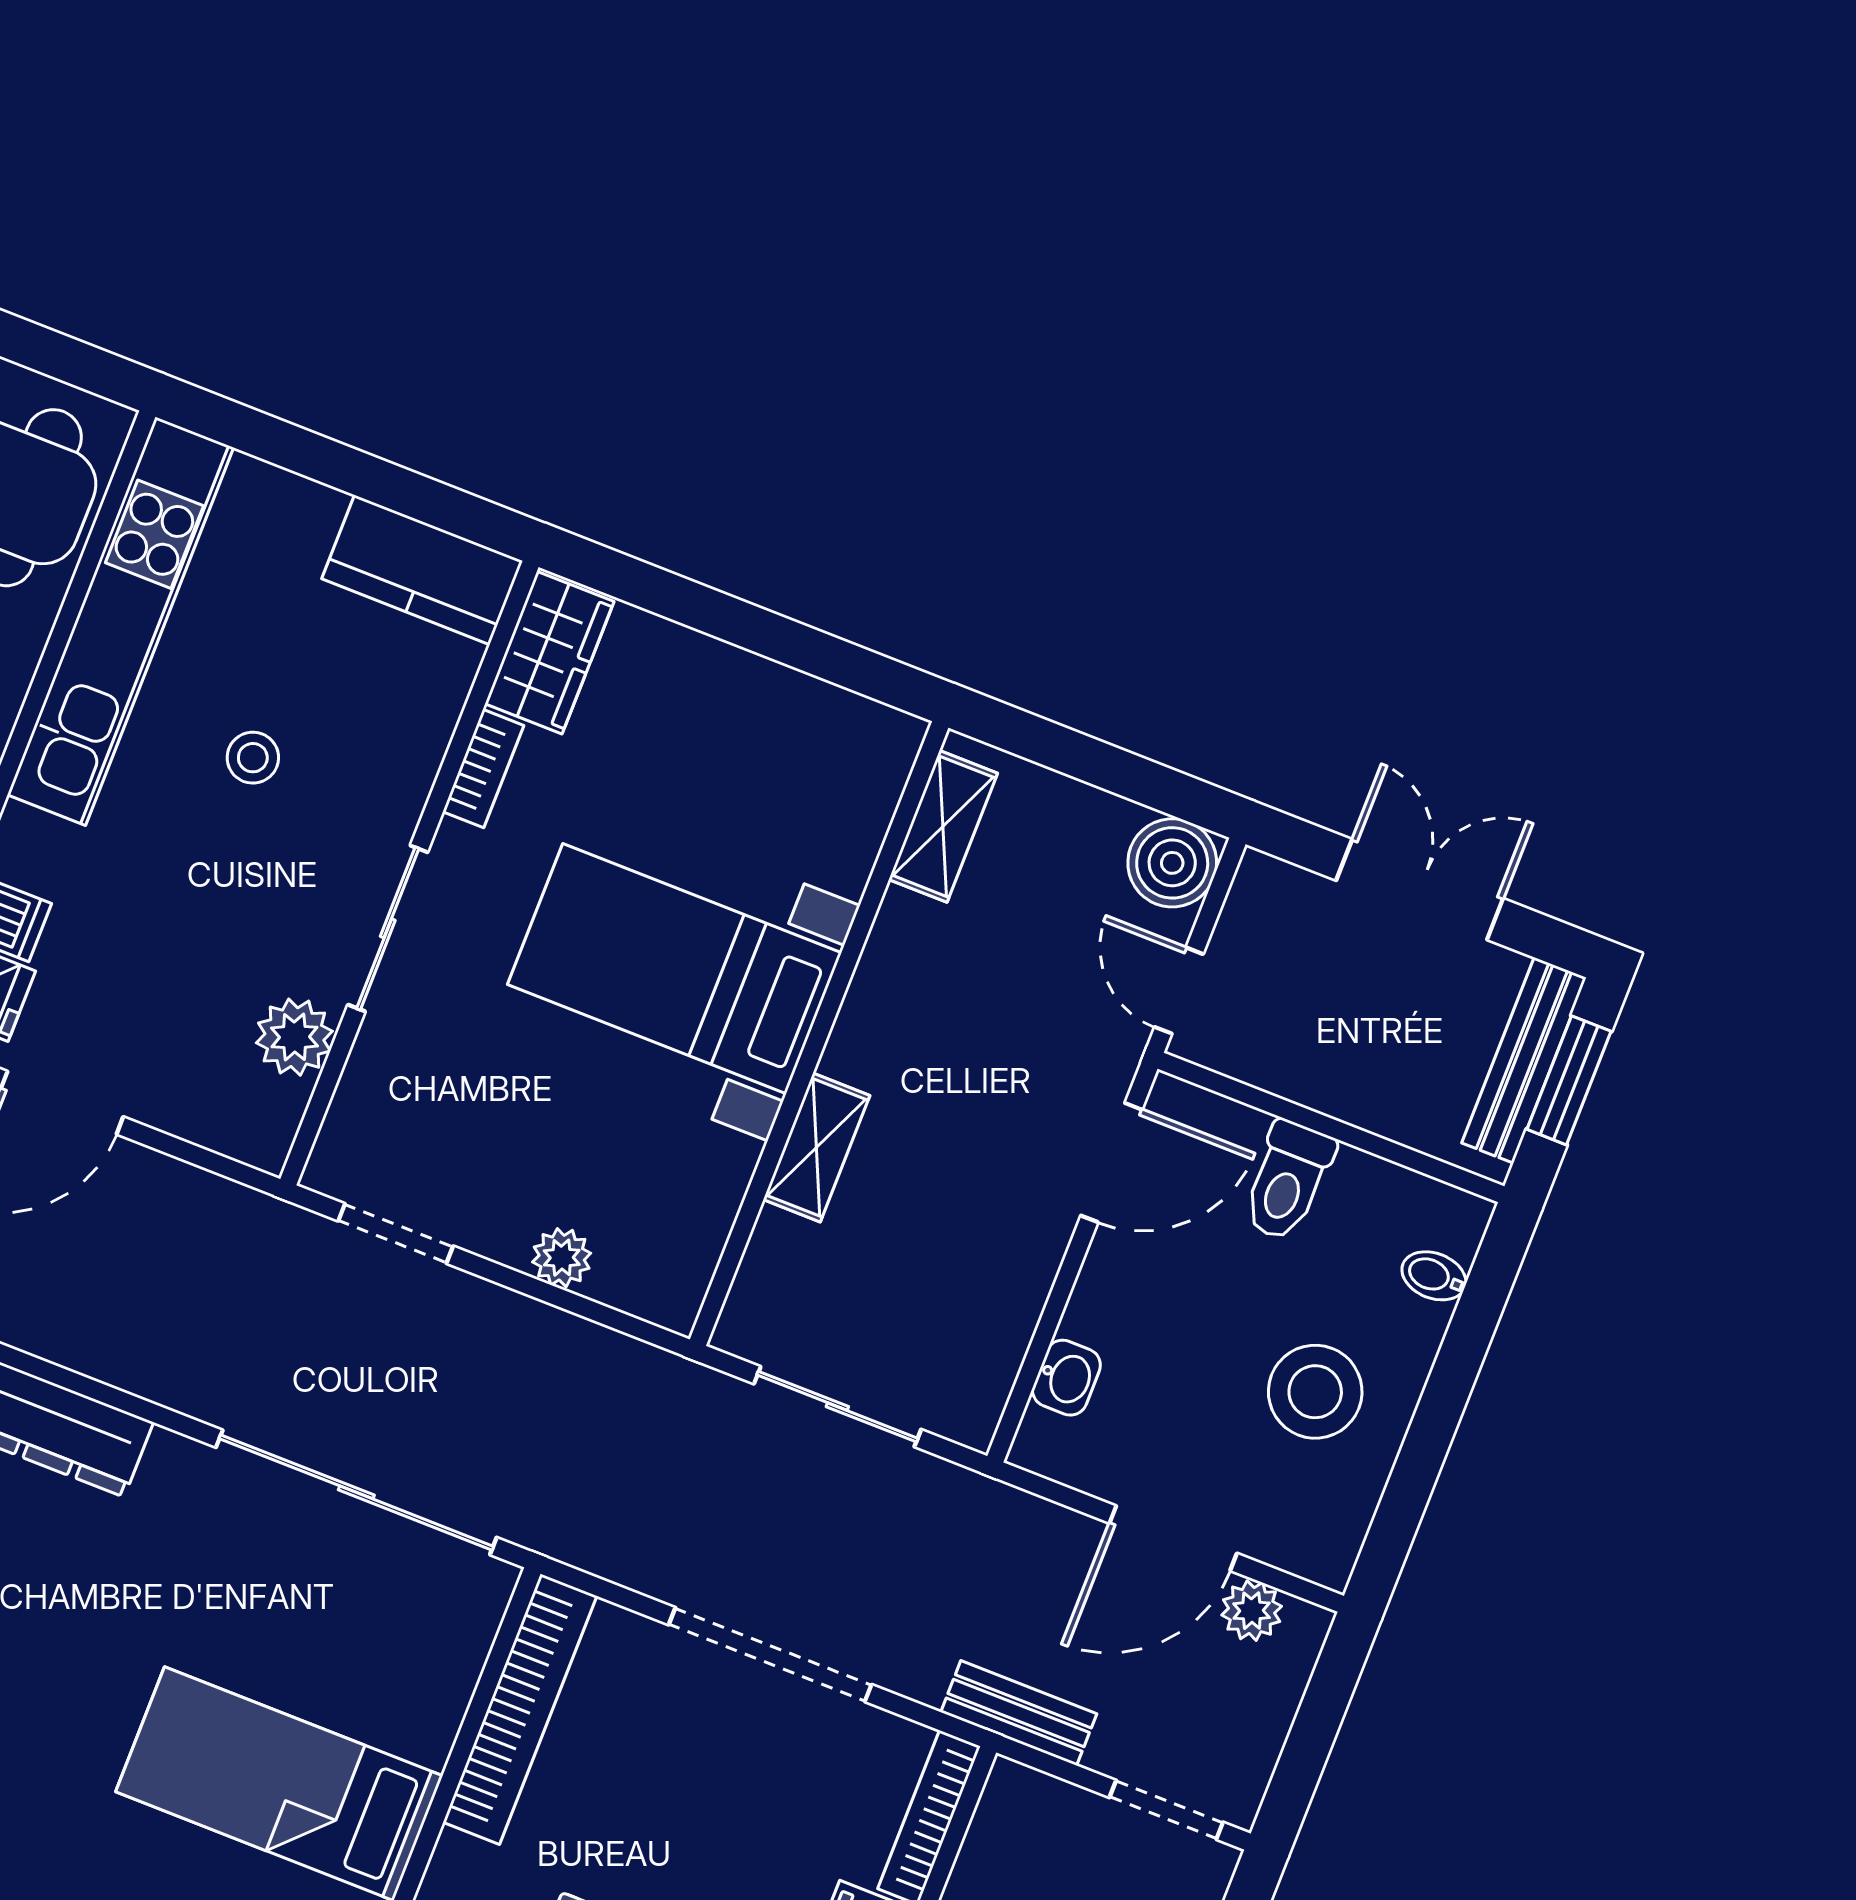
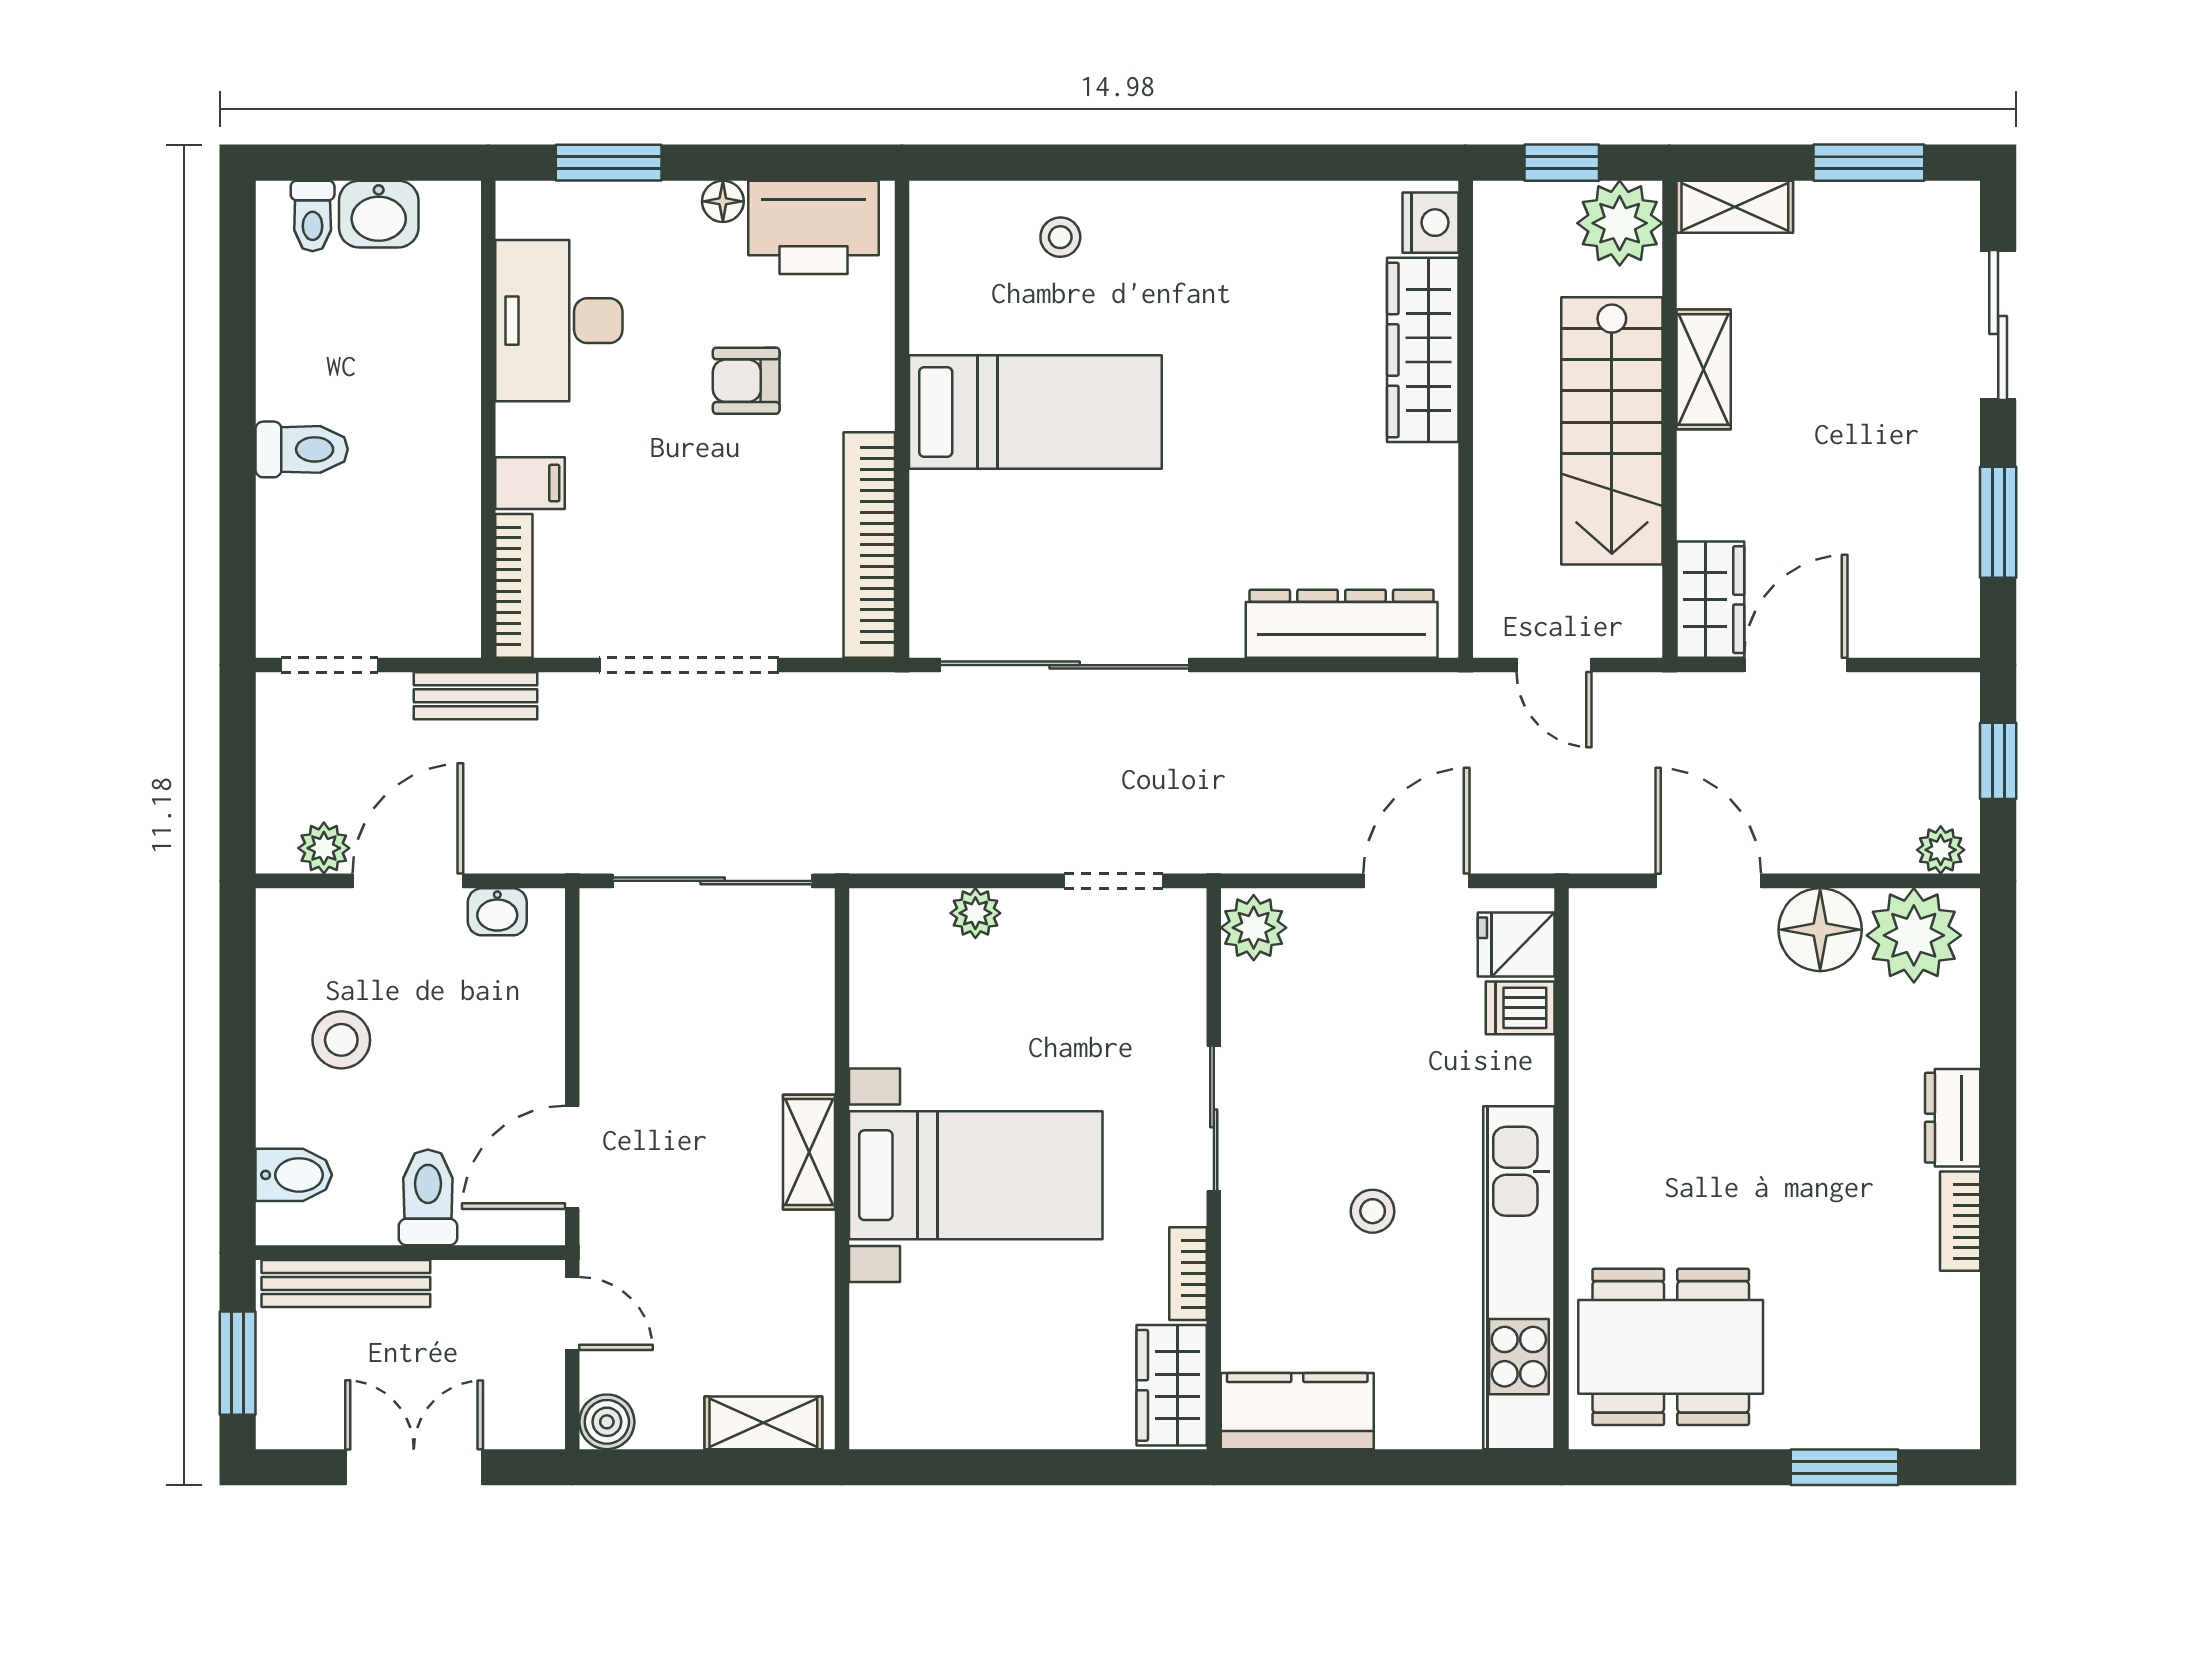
shelving: (943, 826) -> (763, 1423), moved, turned 90
boiler: (1172, 863) -> (607, 1422), width x0.73, depth x0.73
double door: (1420, 889) -> (414, 1467), swing flipped
plant: (294, 1037) -> (1254, 928), moved
bench: (1524, 1060) -> (346, 1283), moved, turned 90
shelving: (816, 1147) -> (809, 1152), moved
bidet: (1434, 1276) -> (294, 1175), width x1.38, depth x1.36
washbasin: (1066, 1378) -> (497, 912), moved, turned -90
stool: (1315, 1392) -> (341, 1040), width x0.73, depth x0.73
sliding door: (837, 1407) -> (713, 881), width x1.37

